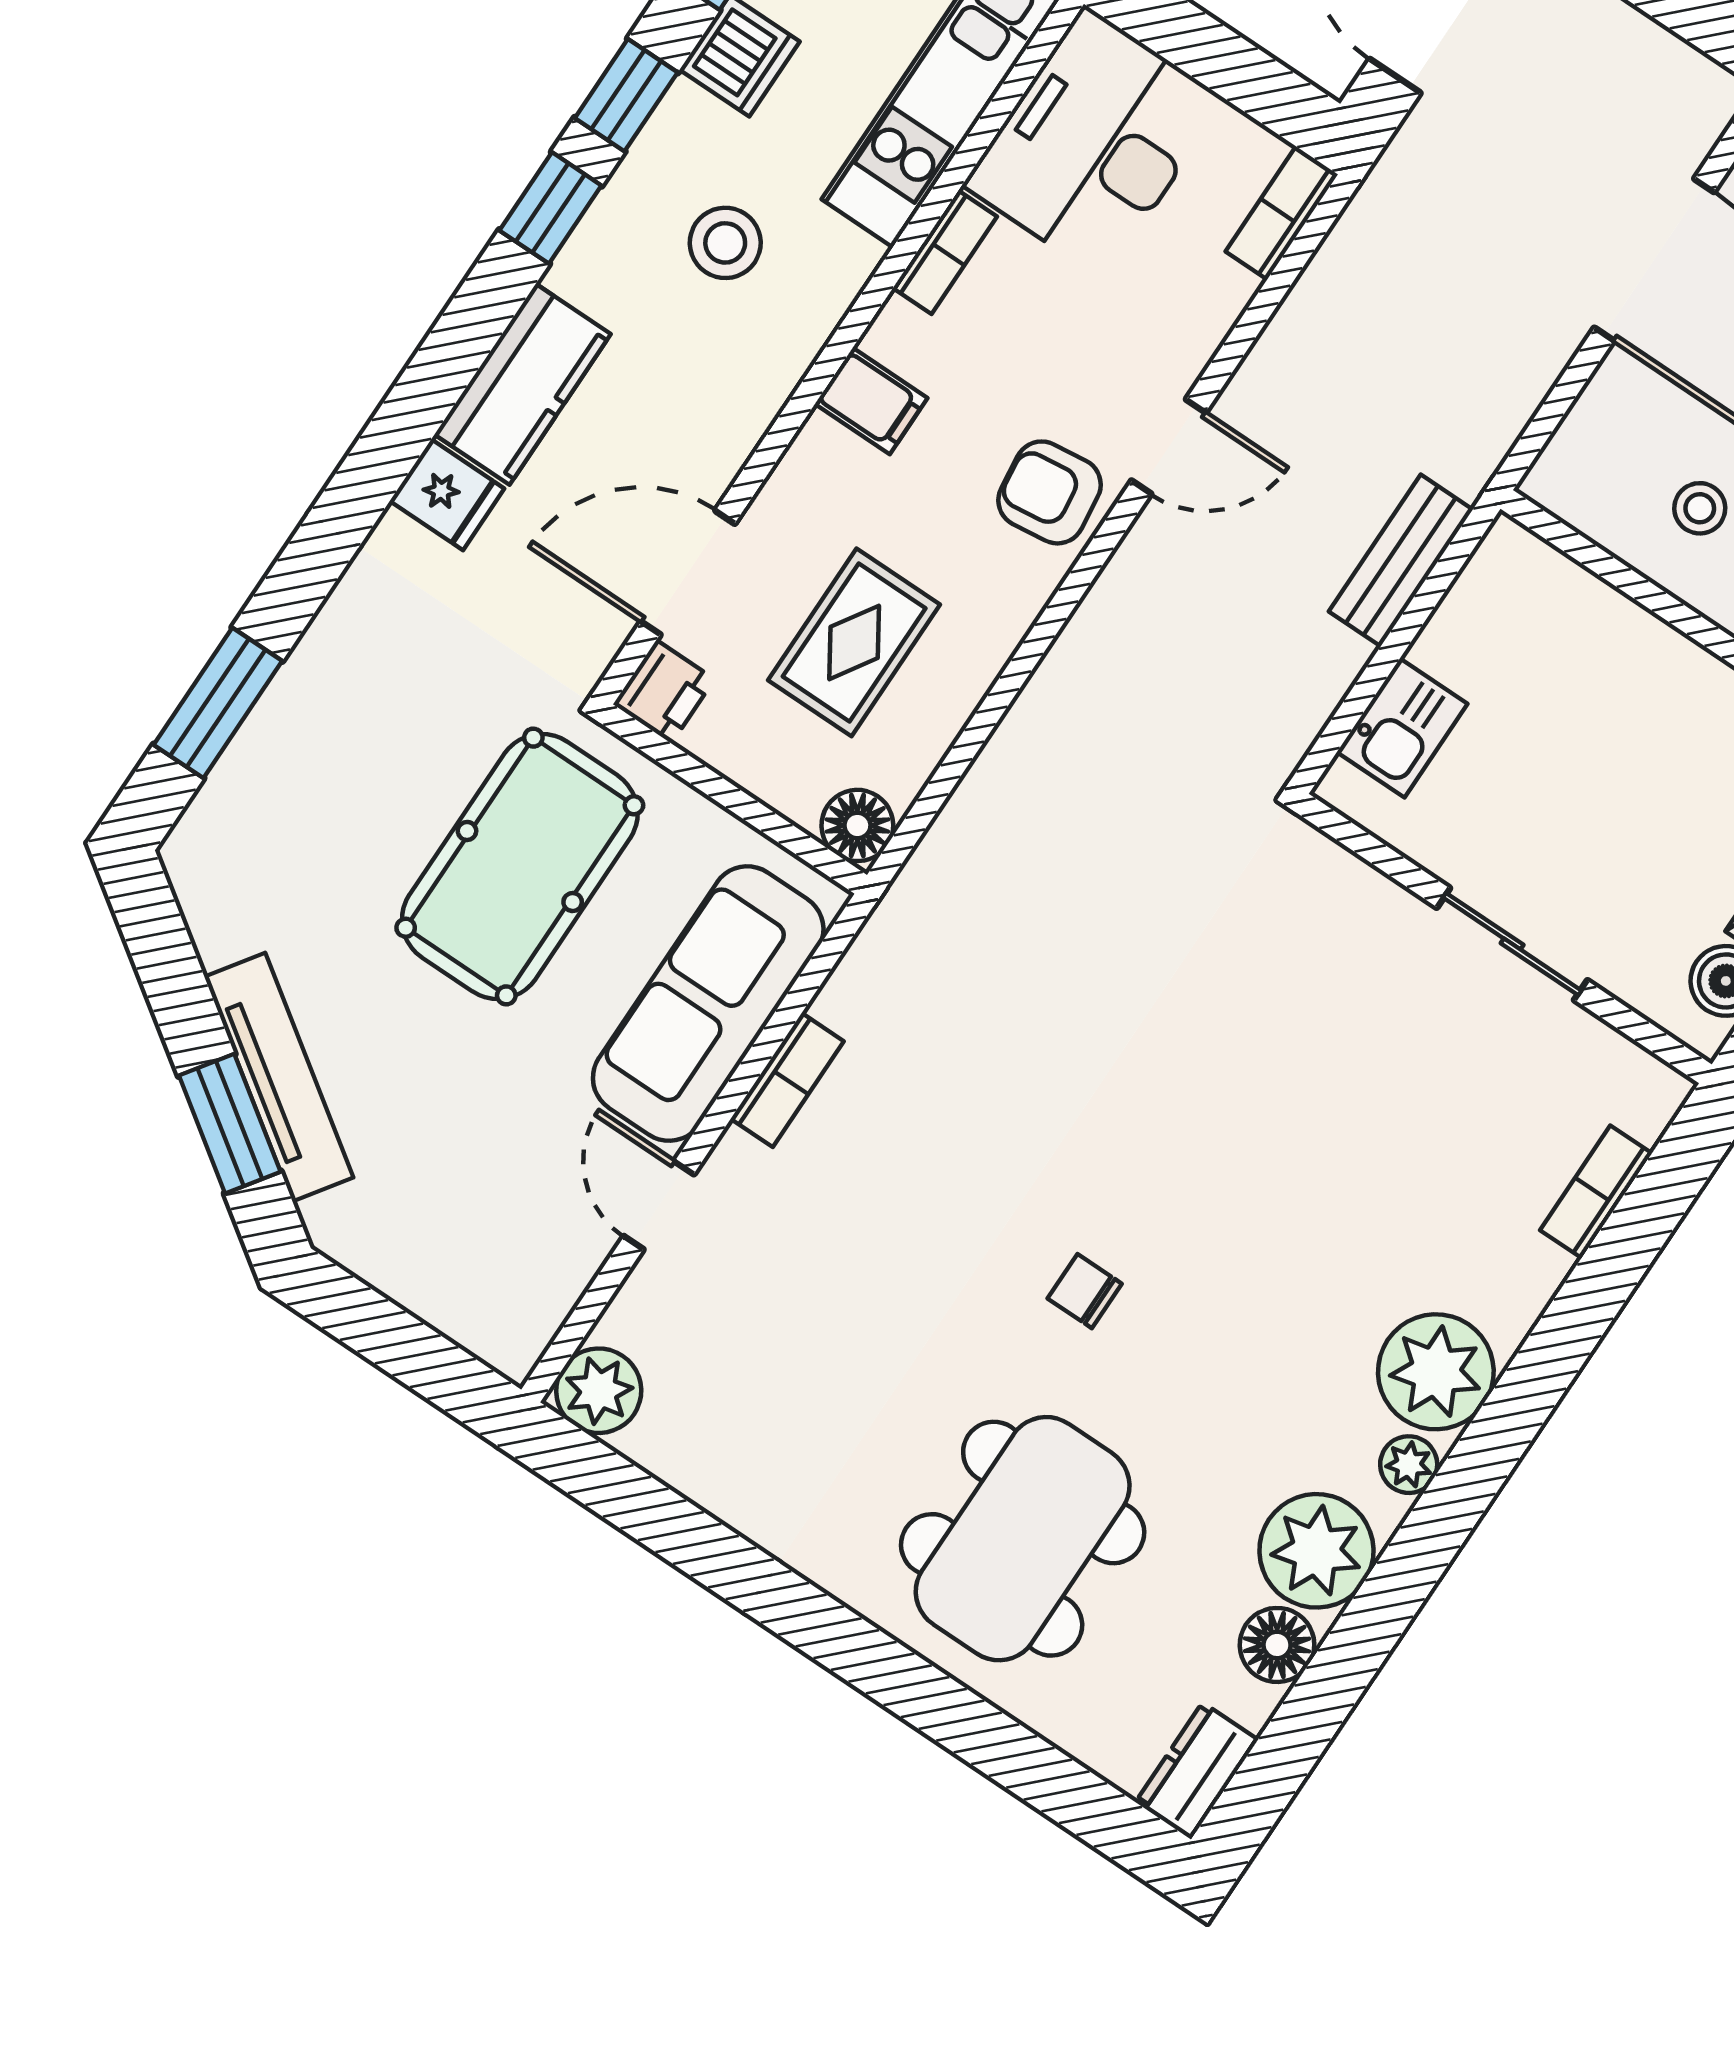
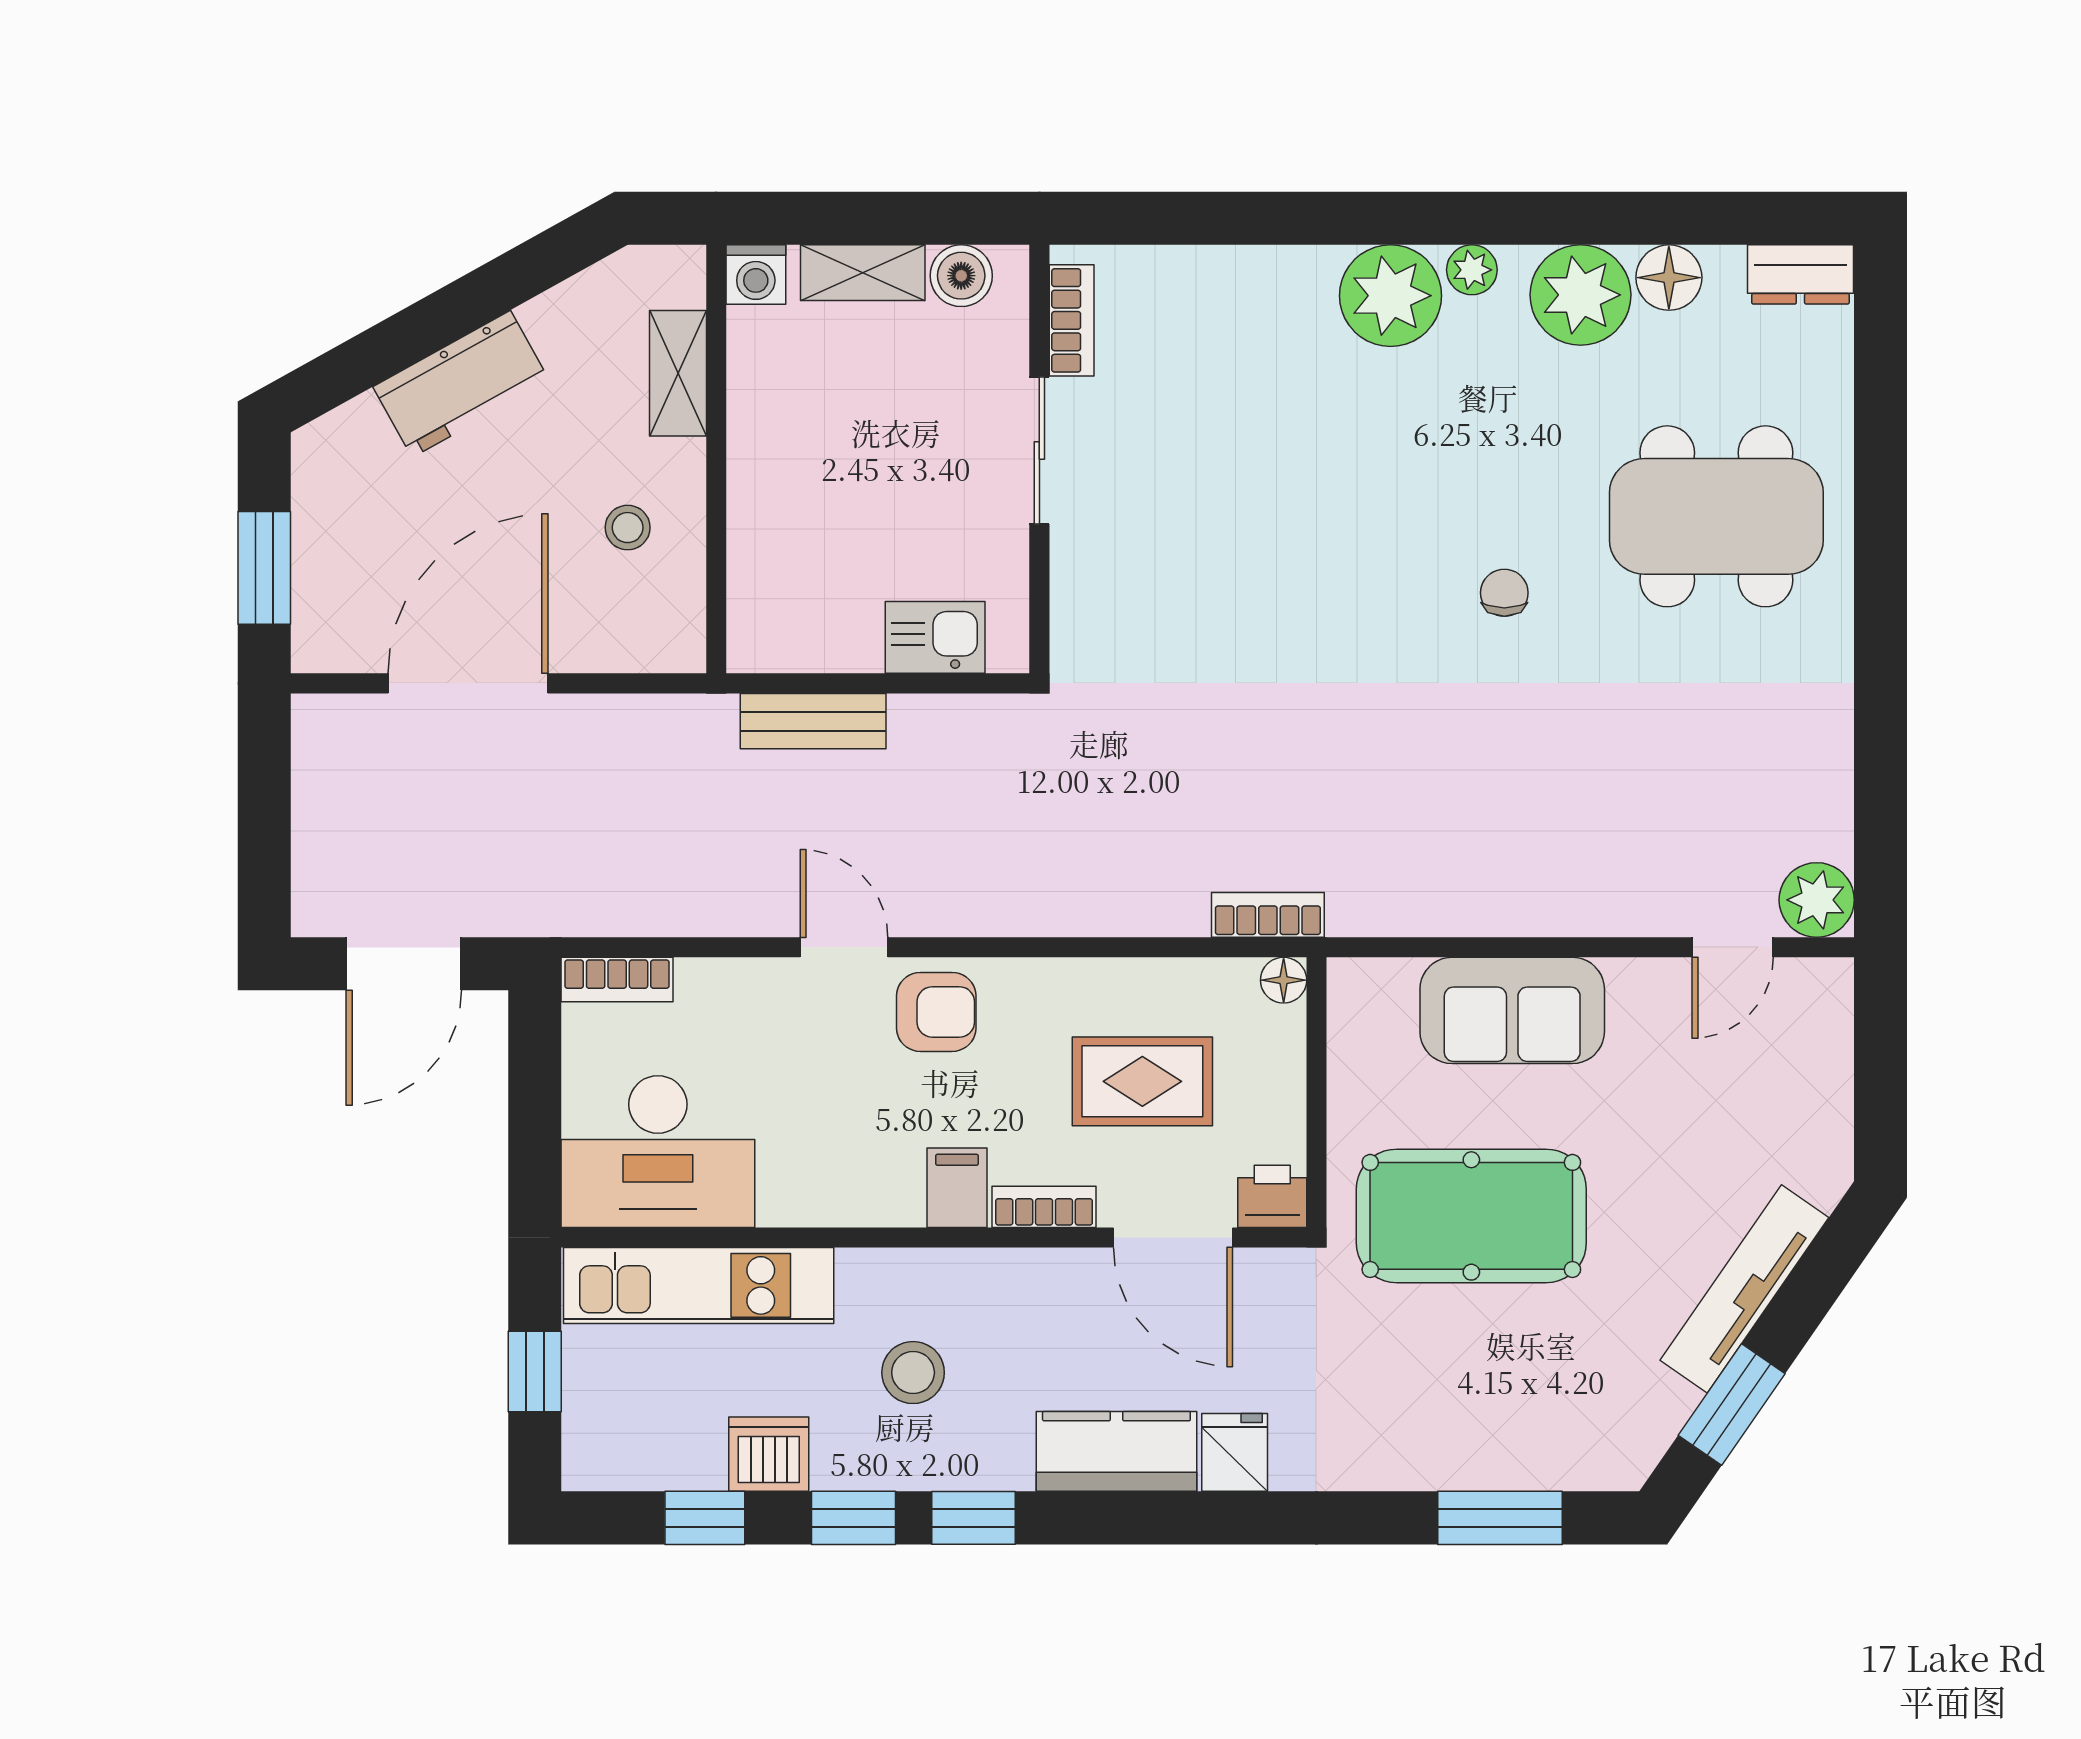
bookcase: (945, 252) -> (1044, 1207), moved
armchair: (1050, 492) -> (936, 1012), turned -83
floor lamp: (857, 825) -> (1284, 980), width x0.73, depth x0.73
sofa: (708, 1004) -> (1512, 1010), width x0.73
bookcase: (787, 1080) -> (1268, 915), moved
window: (230, 1124) -> (1732, 1405), moved
bookcase: (1596, 1192) -> (1072, 320), moved, turned -90
door: (659, 1205) -> (1733, 947), moved
chair: (1085, 1291) -> (1504, 593), turned 180

